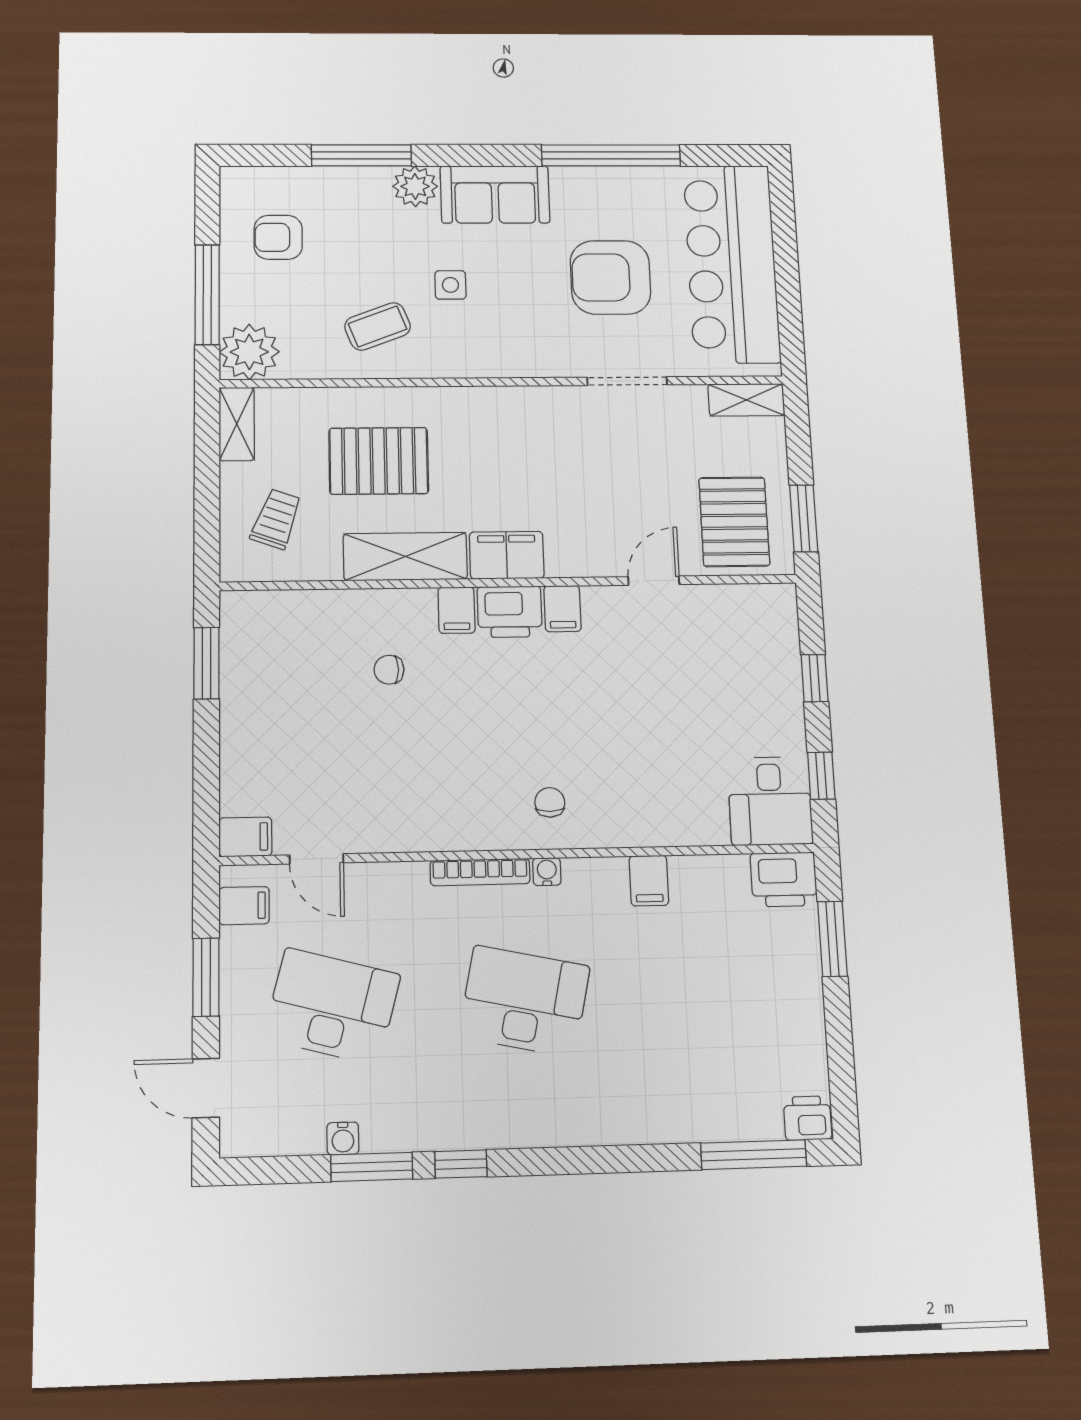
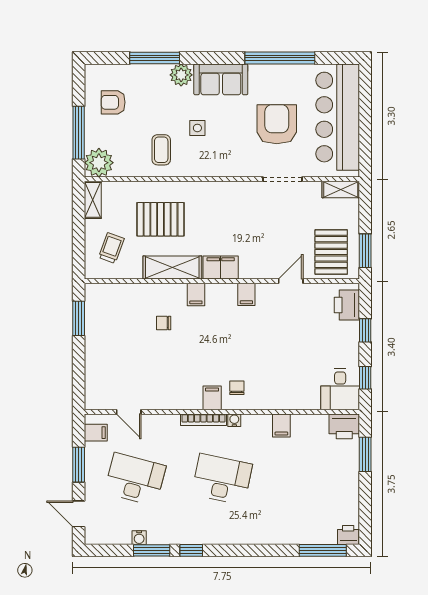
armchair: (610, 277) -> (277, 124), turned 90
coffee table: (378, 326) -> (161, 150), turned -69
printer: (510, 612) -> (347, 305), moved, turned 90
filing cabinet: (245, 837) -> (212, 398), moved, turned -90

